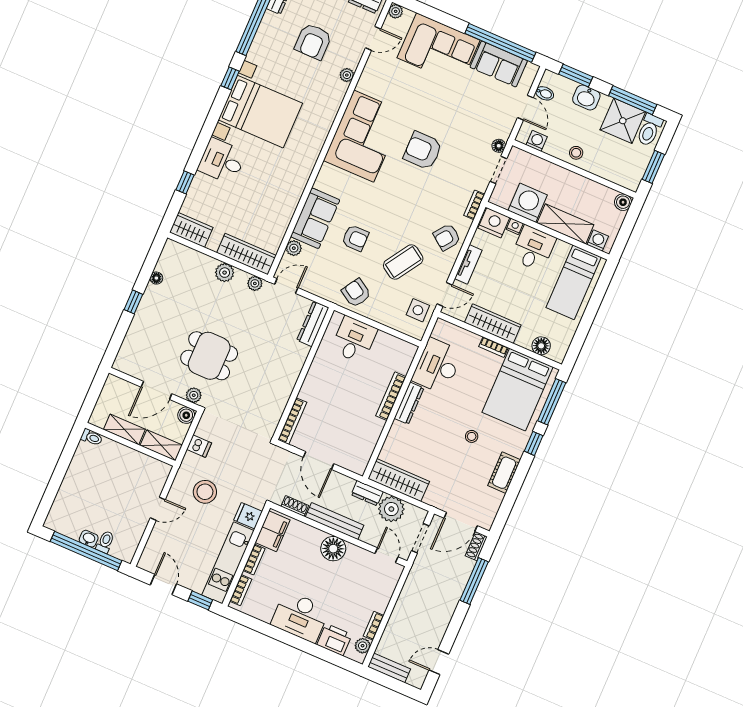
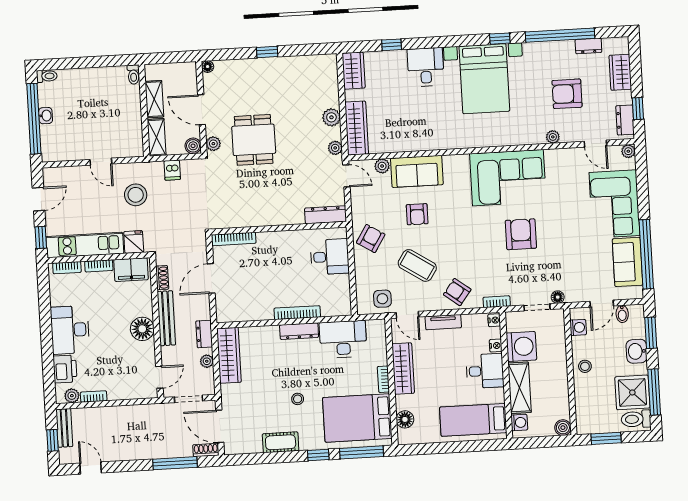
nightstand: (494, 223) -> (494, 320), width x0.53, depth x0.56
floor lamp: (156, 278) -> (208, 67), moved
plant: (391, 509) -> (207, 361), width x0.53, depth x0.53
toilet: (105, 542) -> (47, 76), moved
window: (395, 685) -> (52, 440), added

